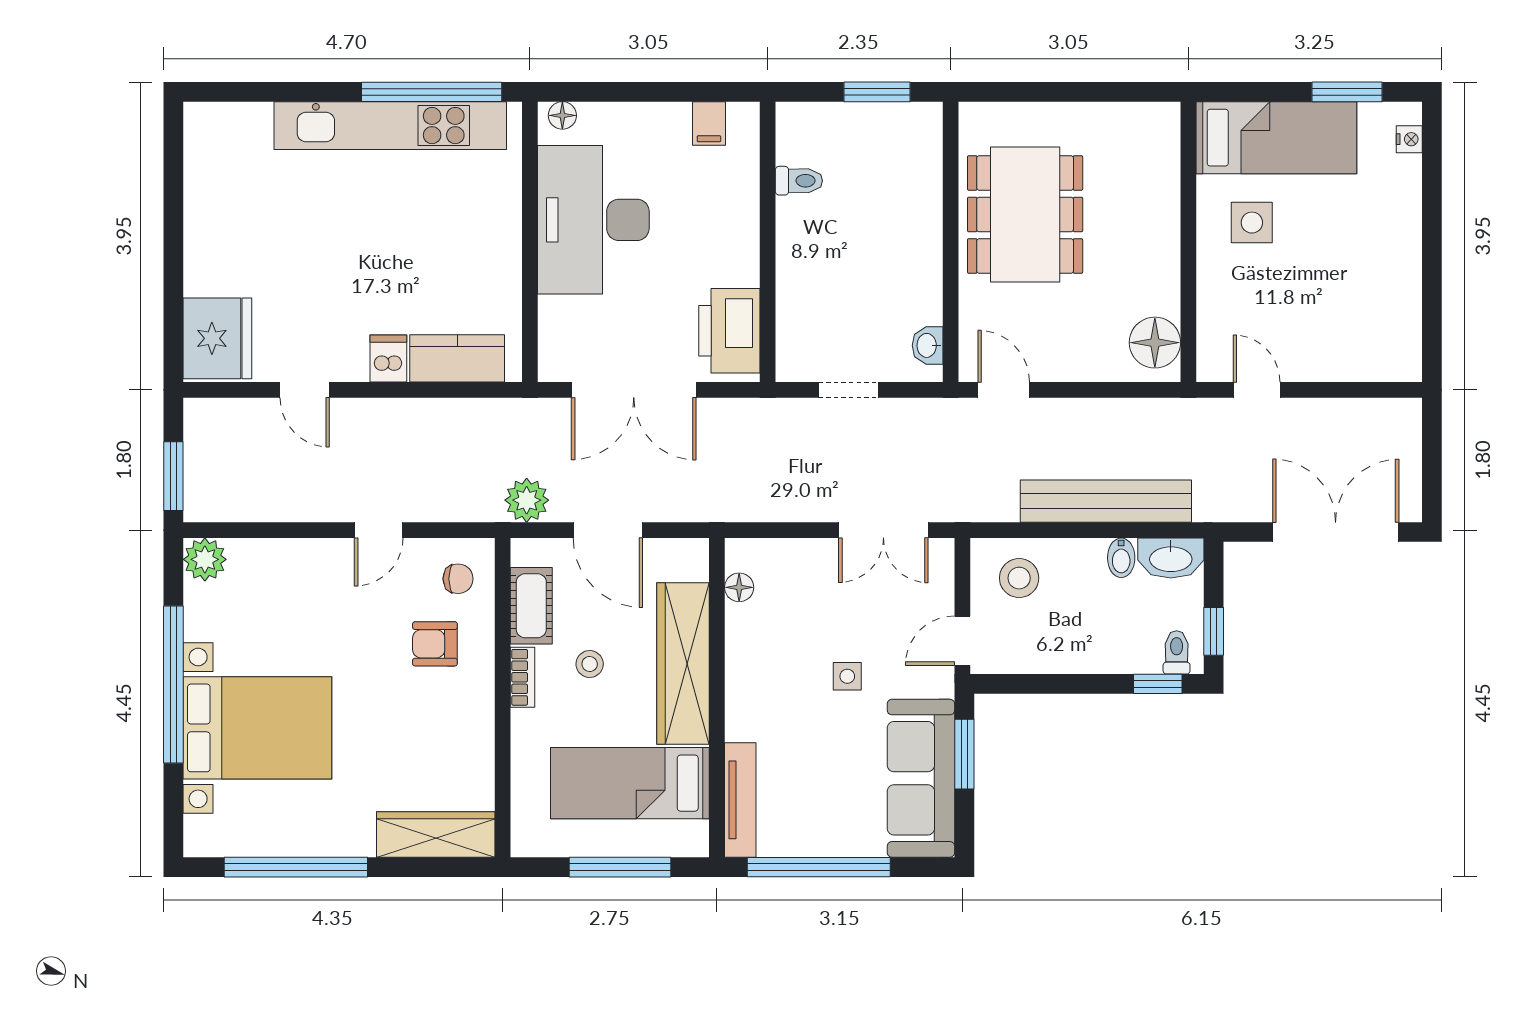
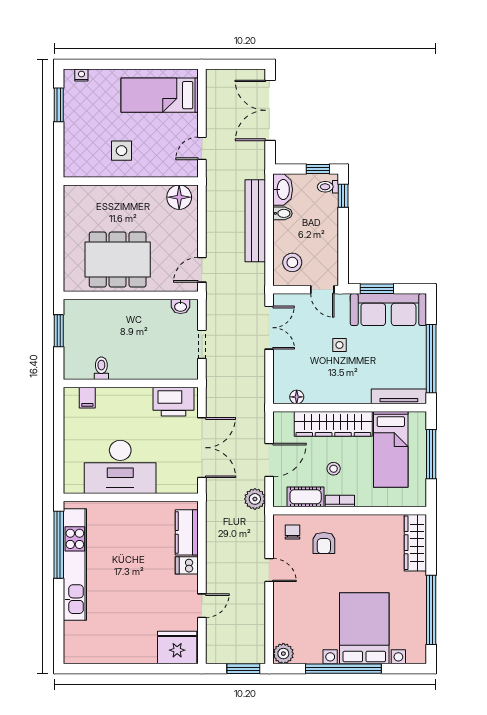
floor lamp: (562, 115) -> (70, 482), removed
filing cabinet: (709, 123) -> (87, 398), moved, turned 90
bed: (1276, 138) -> (160, 95), moved, turned -90

